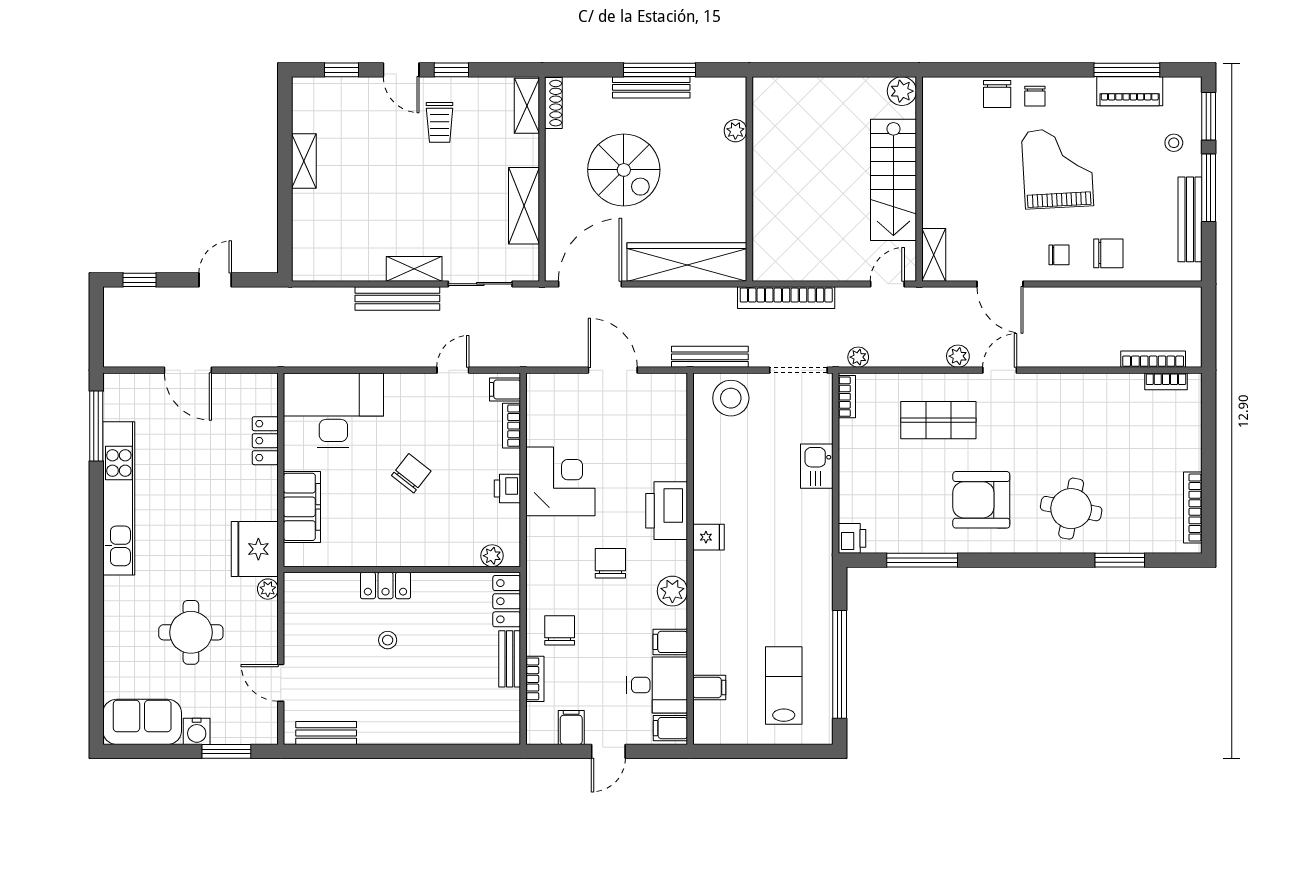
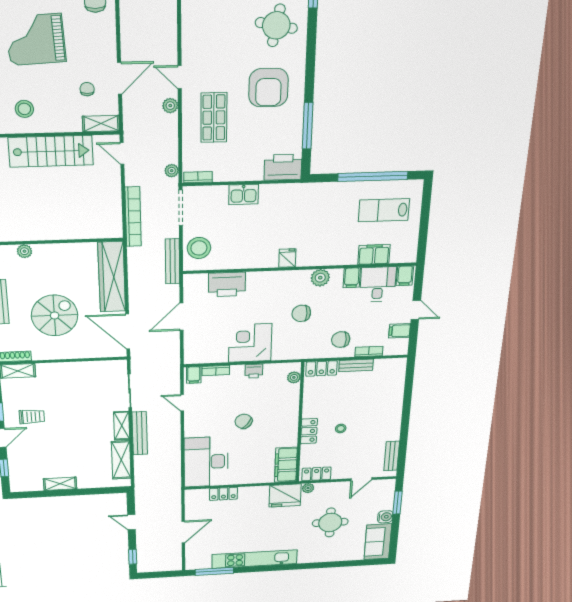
stool: (958, 146) -> (24, 109), added
shelving: (524, 206) -> (121, 460), moved, turned 90
chair: (1059, 255) -> (87, 89), moved
filing cabinet: (302, 507) -> (286, 465), moved, turned -90
printer: (667, 511) -> (227, 284), moved
printer: (852, 538) -> (283, 167), width x1.87, depth x1.48
locker: (297, 602) -> (316, 474), added
filing cabinet: (709, 687) -> (374, 255), width x2.00

